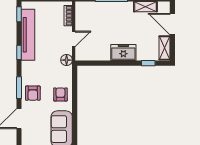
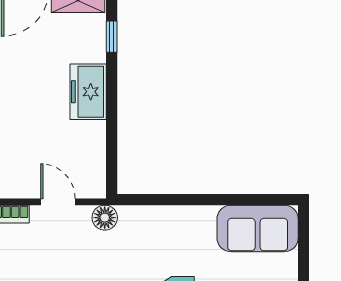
armchair: (60, 94) -> (181, 231), removed

